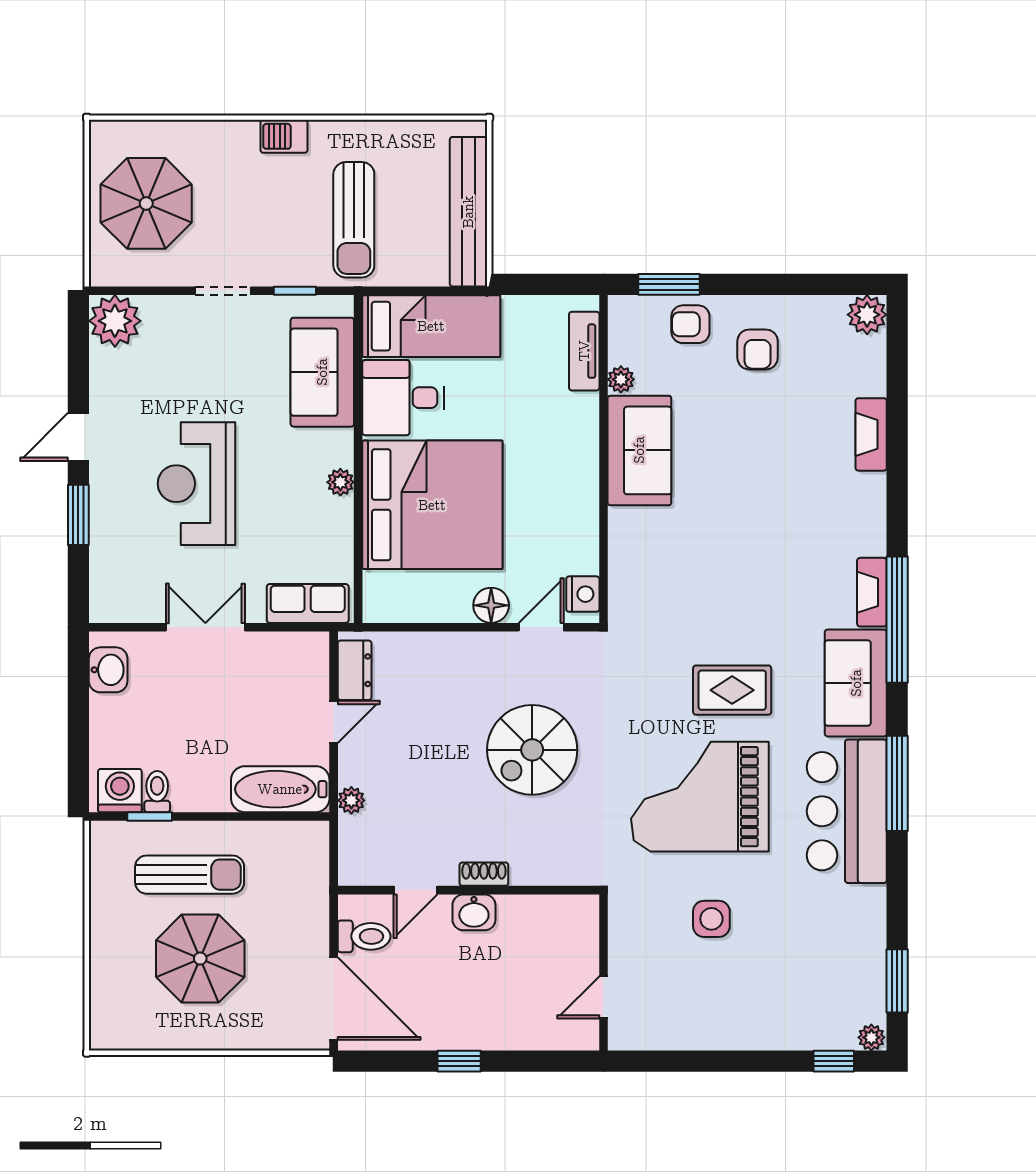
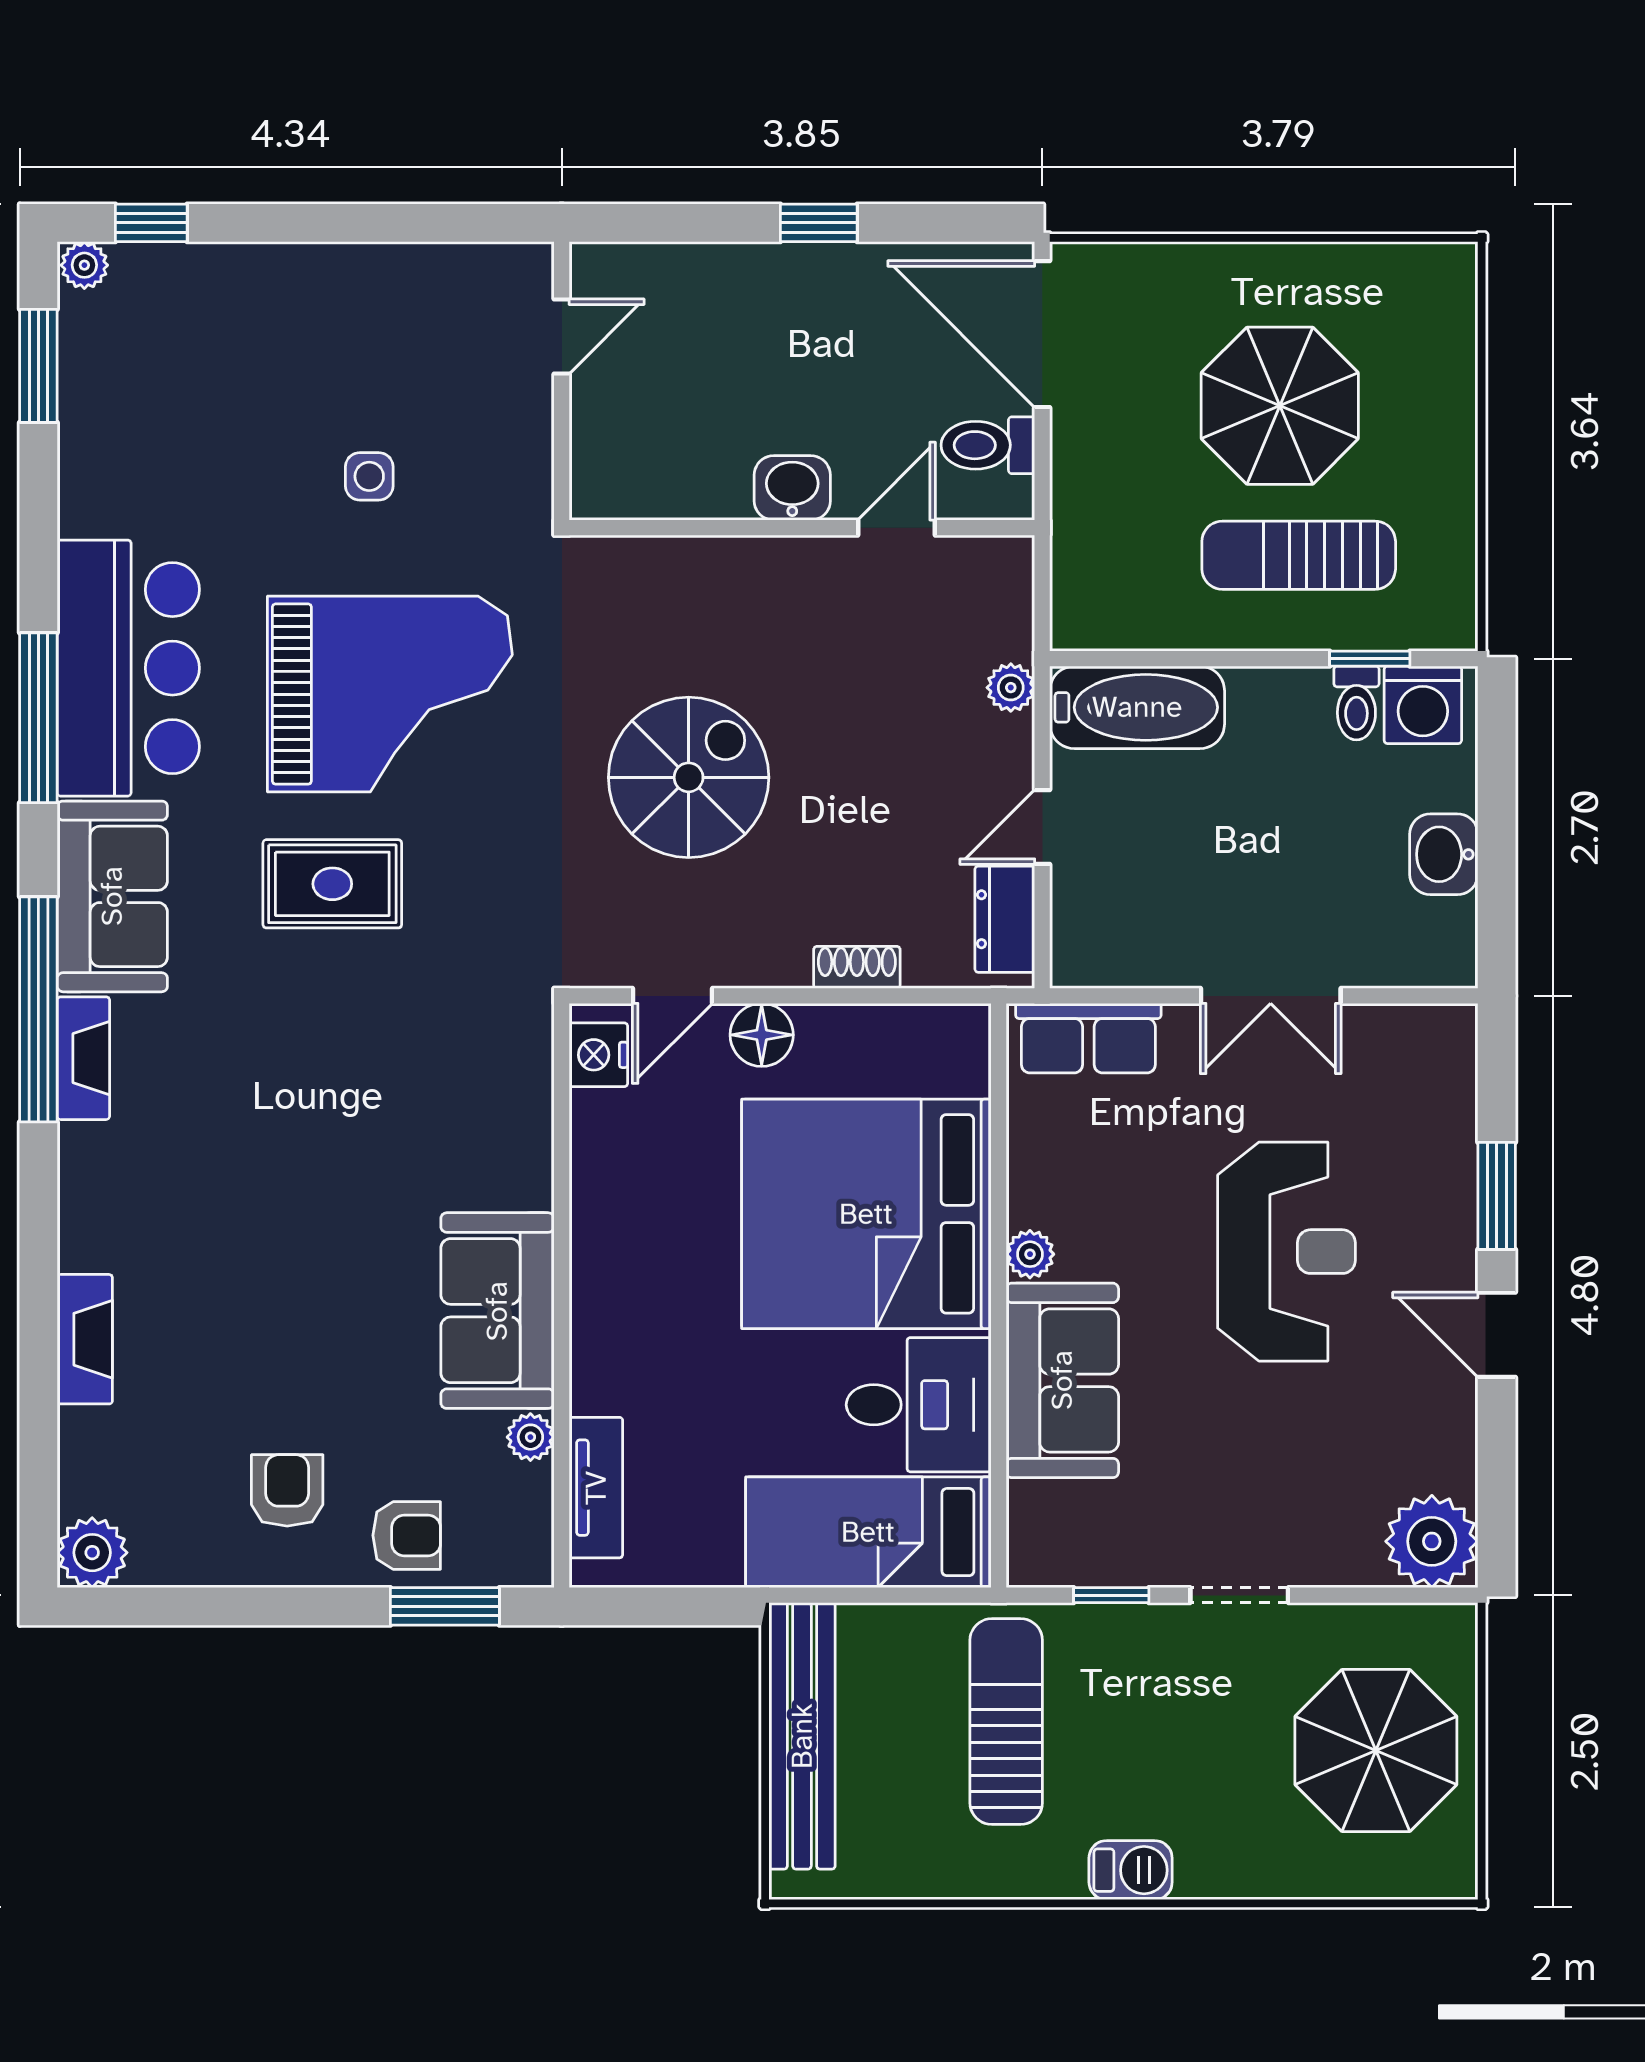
sofa: (322, 372) -> (1062, 1380), moved
door: (78, 437) -> (1497, 1335), swing flipped
washbasin: (108, 670) -> (1444, 854), moved
shoe rack: (484, 874) -> (857, 967), moved, turned 180
side table: (711, 919) -> (369, 476), width x0.73, depth x0.73

